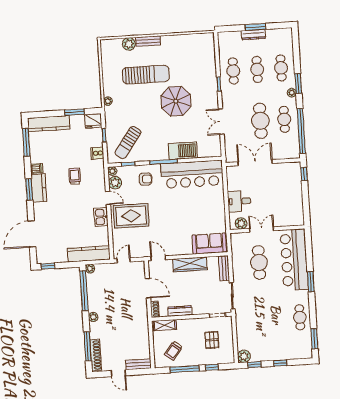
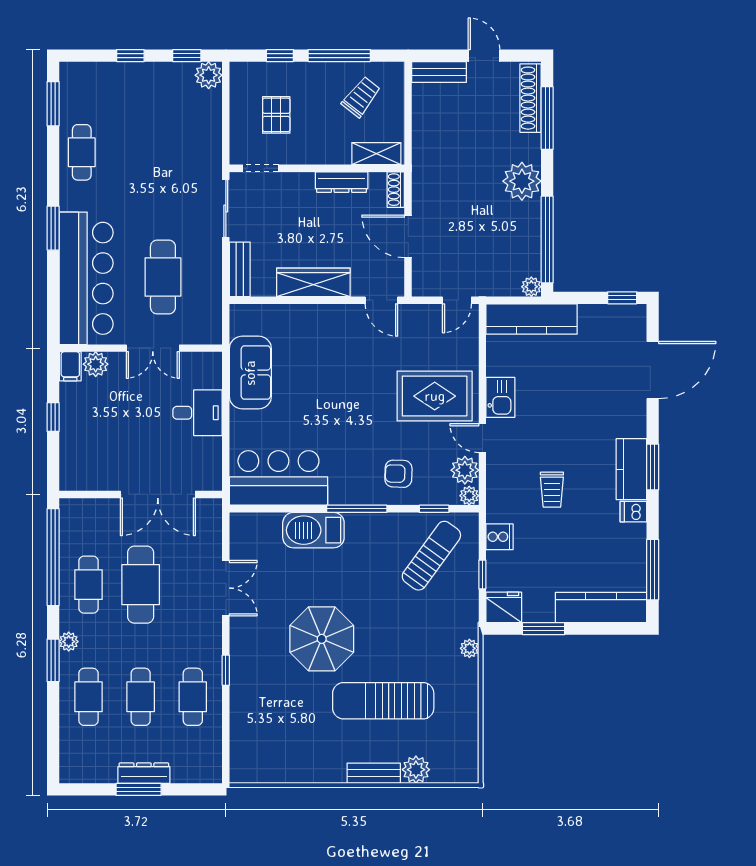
bar counter: (192, 174) -> (278, 478), width x0.73
window: (304, 174) -> (53, 417), moved
filing cabinet: (299, 219) -> (70, 366), added
plant: (241, 223) -> (96, 364), moved
sofa: (209, 244) -> (250, 373), moved, turned -90
plant: (93, 317) -> (522, 181), width x1.87, depth x1.87

